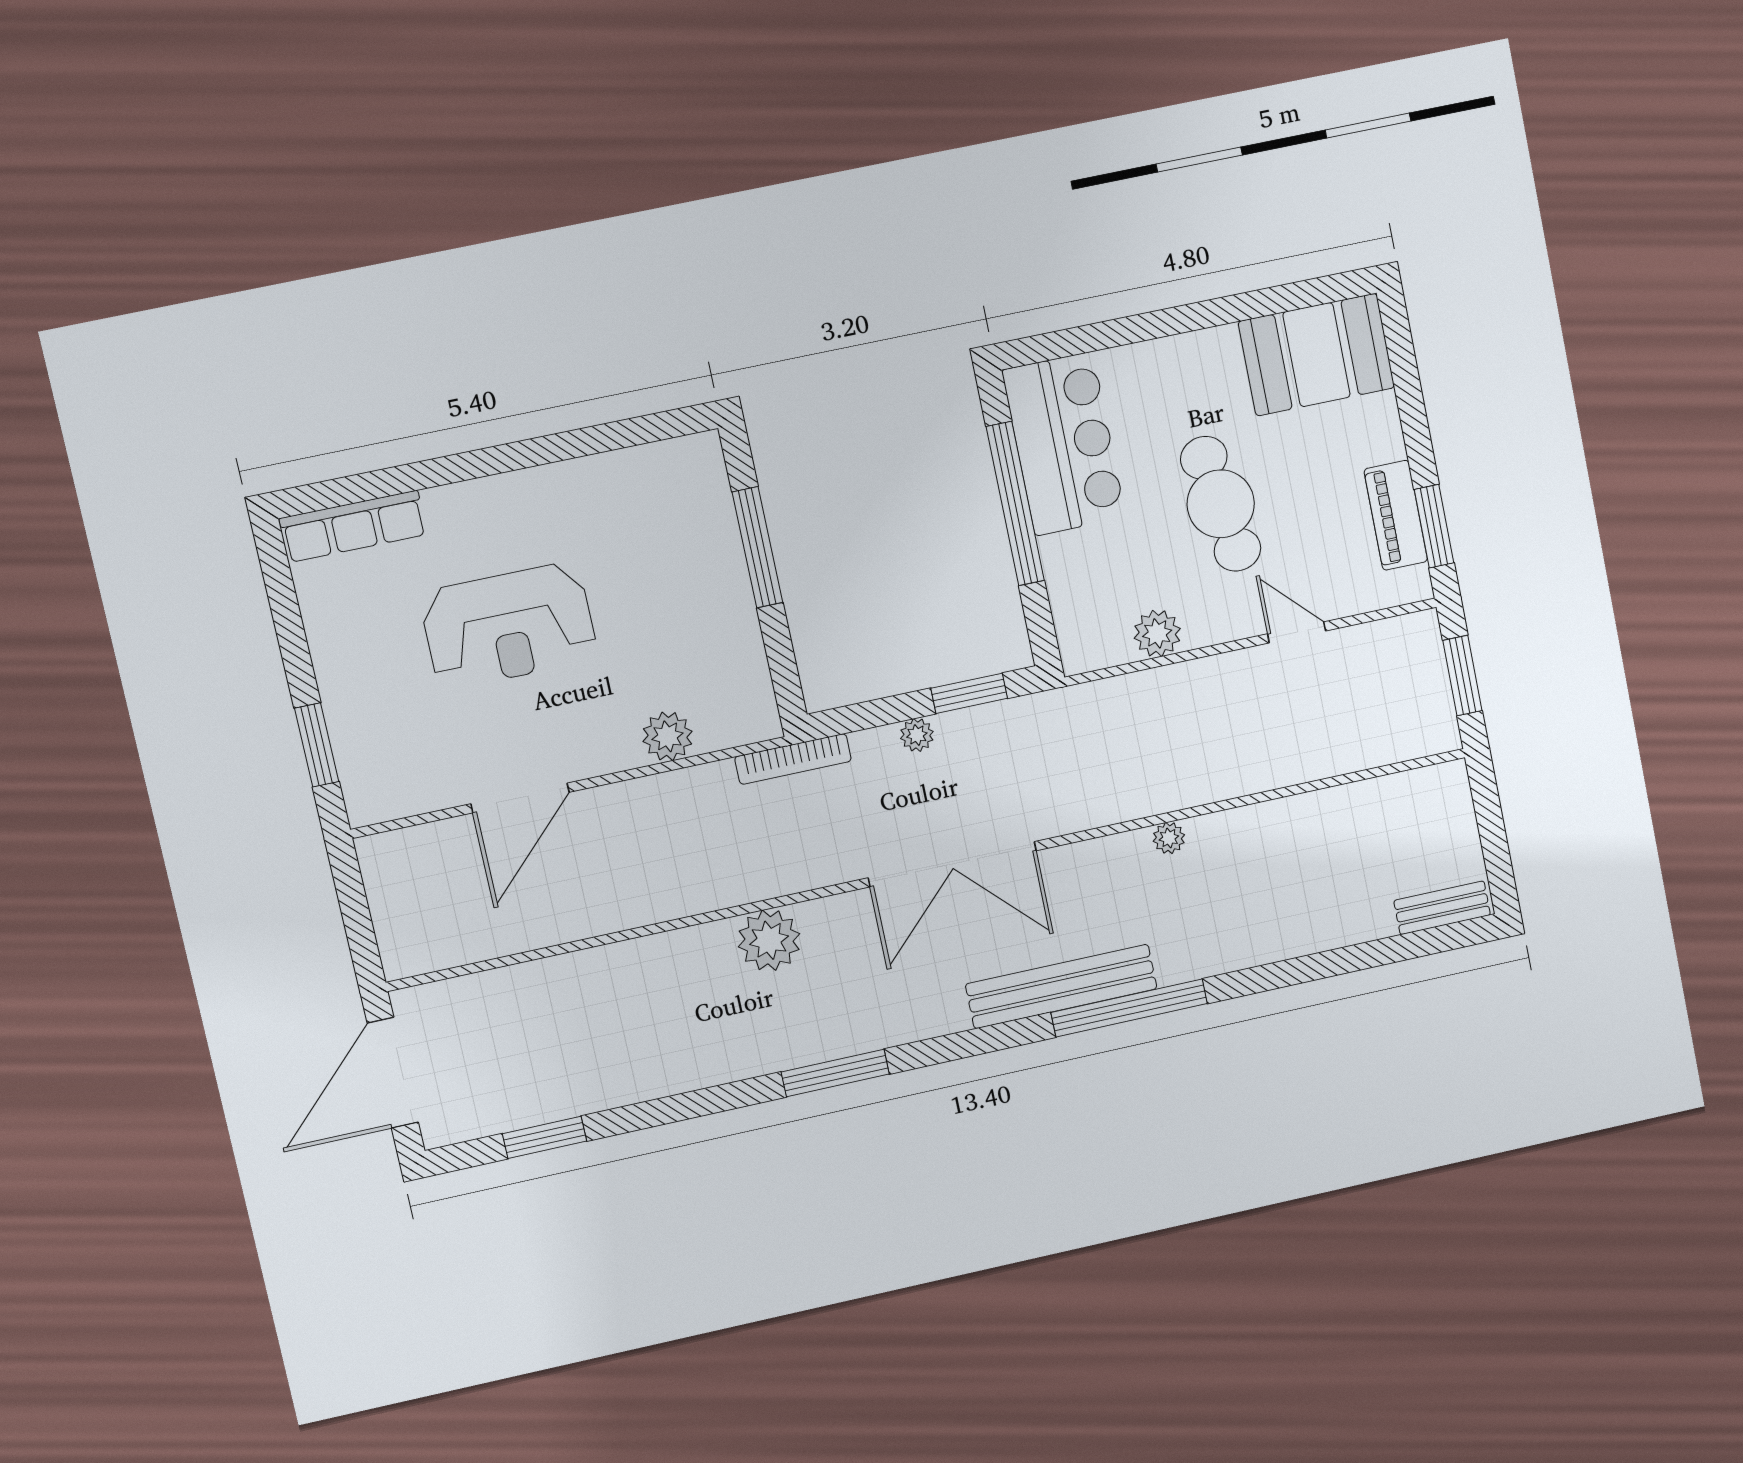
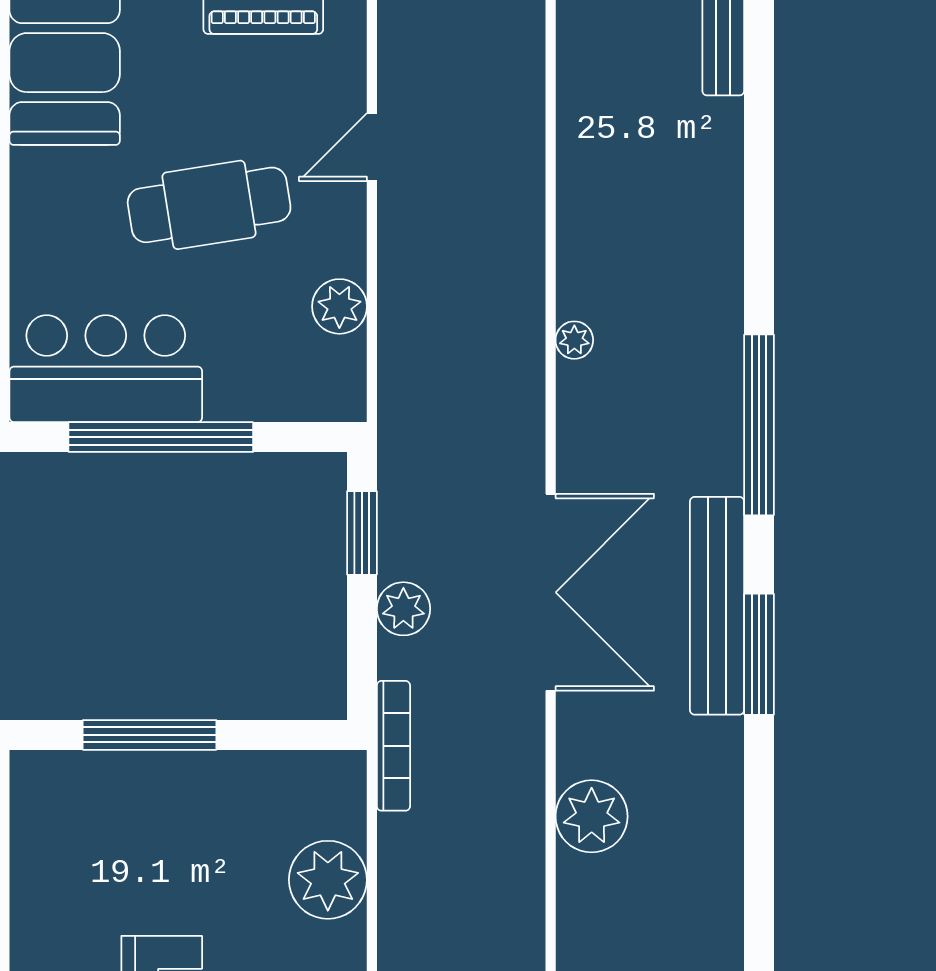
plant: (917, 735) -> (403, 609), width x1.38, depth x1.38
plant: (668, 736) -> (328, 880), width x1.36, depth x1.36
bench: (1061, 986) -> (717, 606), moved
window: (835, 1073) -> (759, 654), moved

